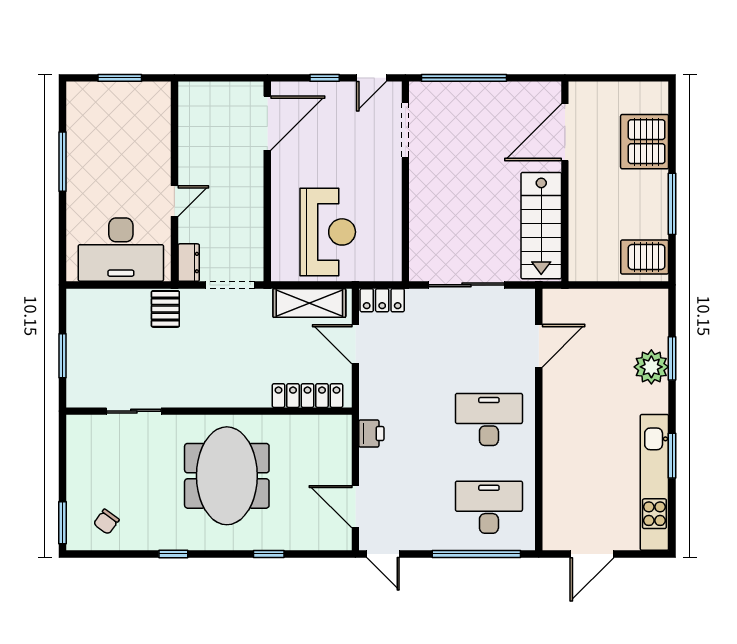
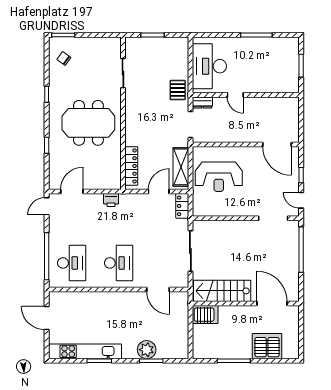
server rack: (645, 257) -> (205, 315), moved, turned 90
pallet: (165, 309) -> (178, 90), turned 90

